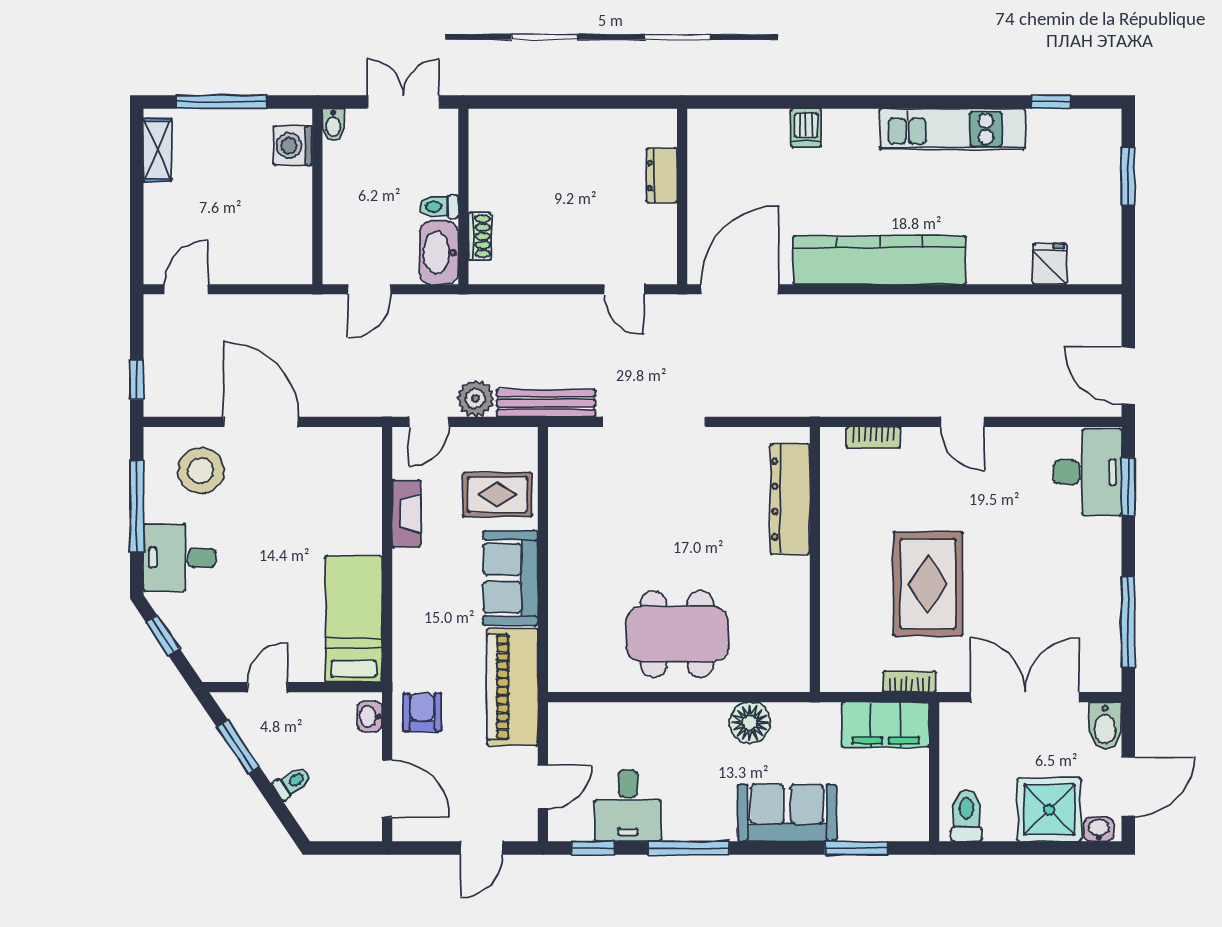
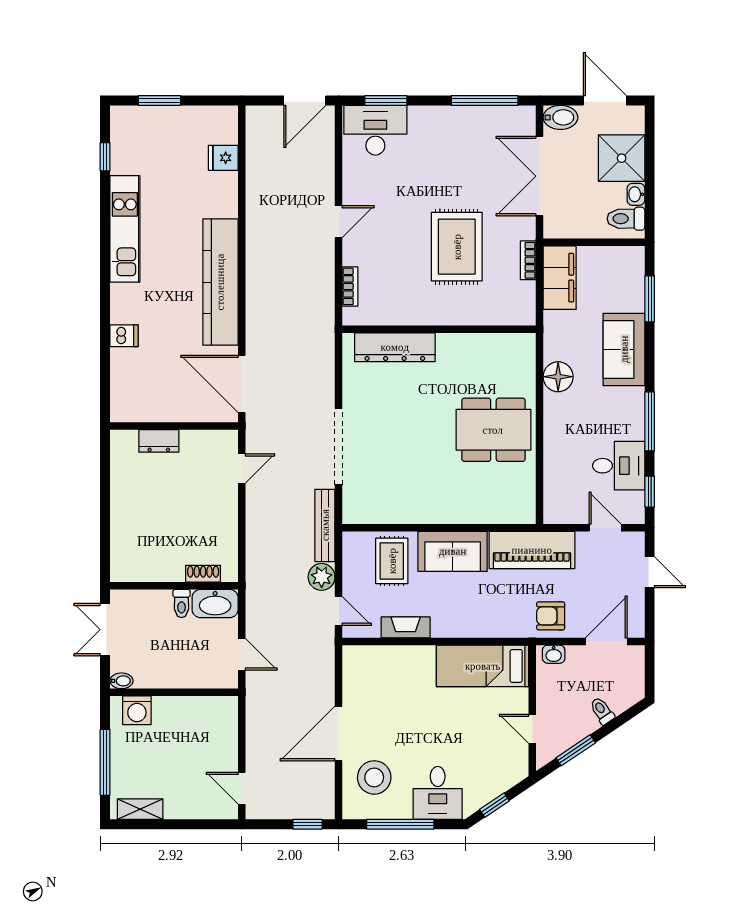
rug: (928, 584) -> (457, 247), turned 90
dining table: (677, 634) -> (493, 430), turned 90
washbasin: (1099, 829) -> (636, 194), moved

